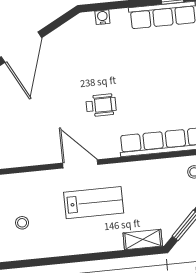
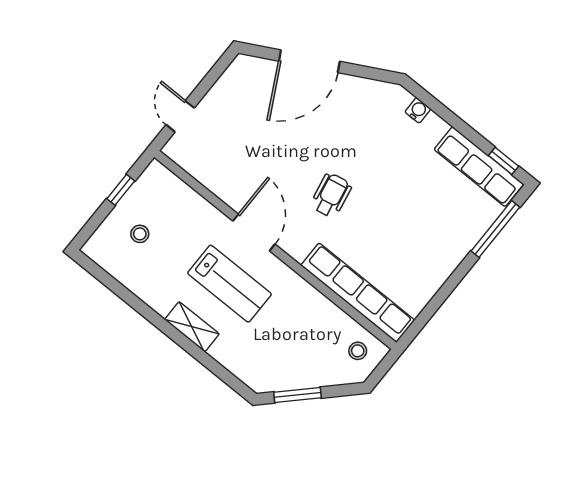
wheelchair: (101, 105) -> (331, 195), turned -101
shelving: (143, 240) -> (192, 327), moved

